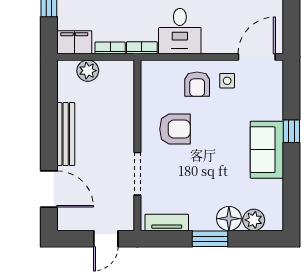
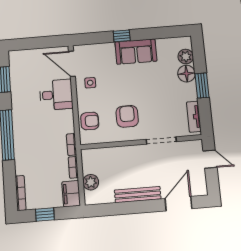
desk: (180, 31) -> (56, 95), moved
armchair: (197, 84) -> (90, 121), moved

